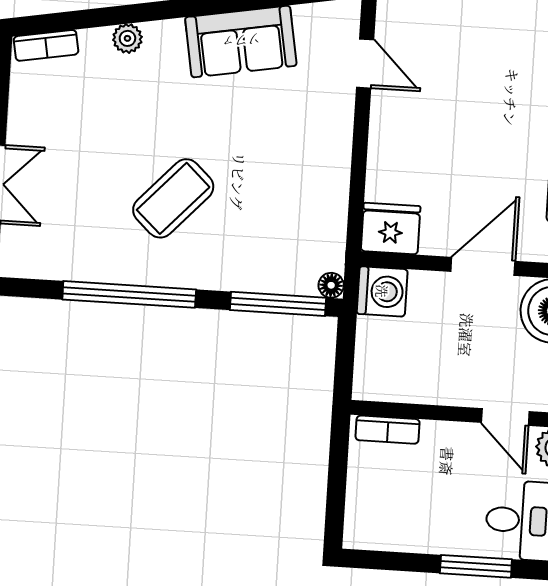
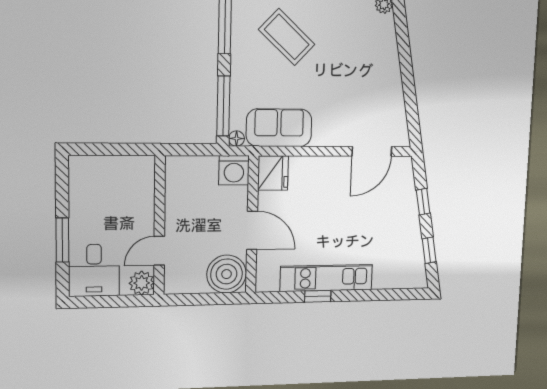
sofa: (241, 41) -> (279, 128), moved, turned 100
door: (365, 63) -> (372, 151), width x1.38
bookcase: (388, 430) -> (147, 179), removed

